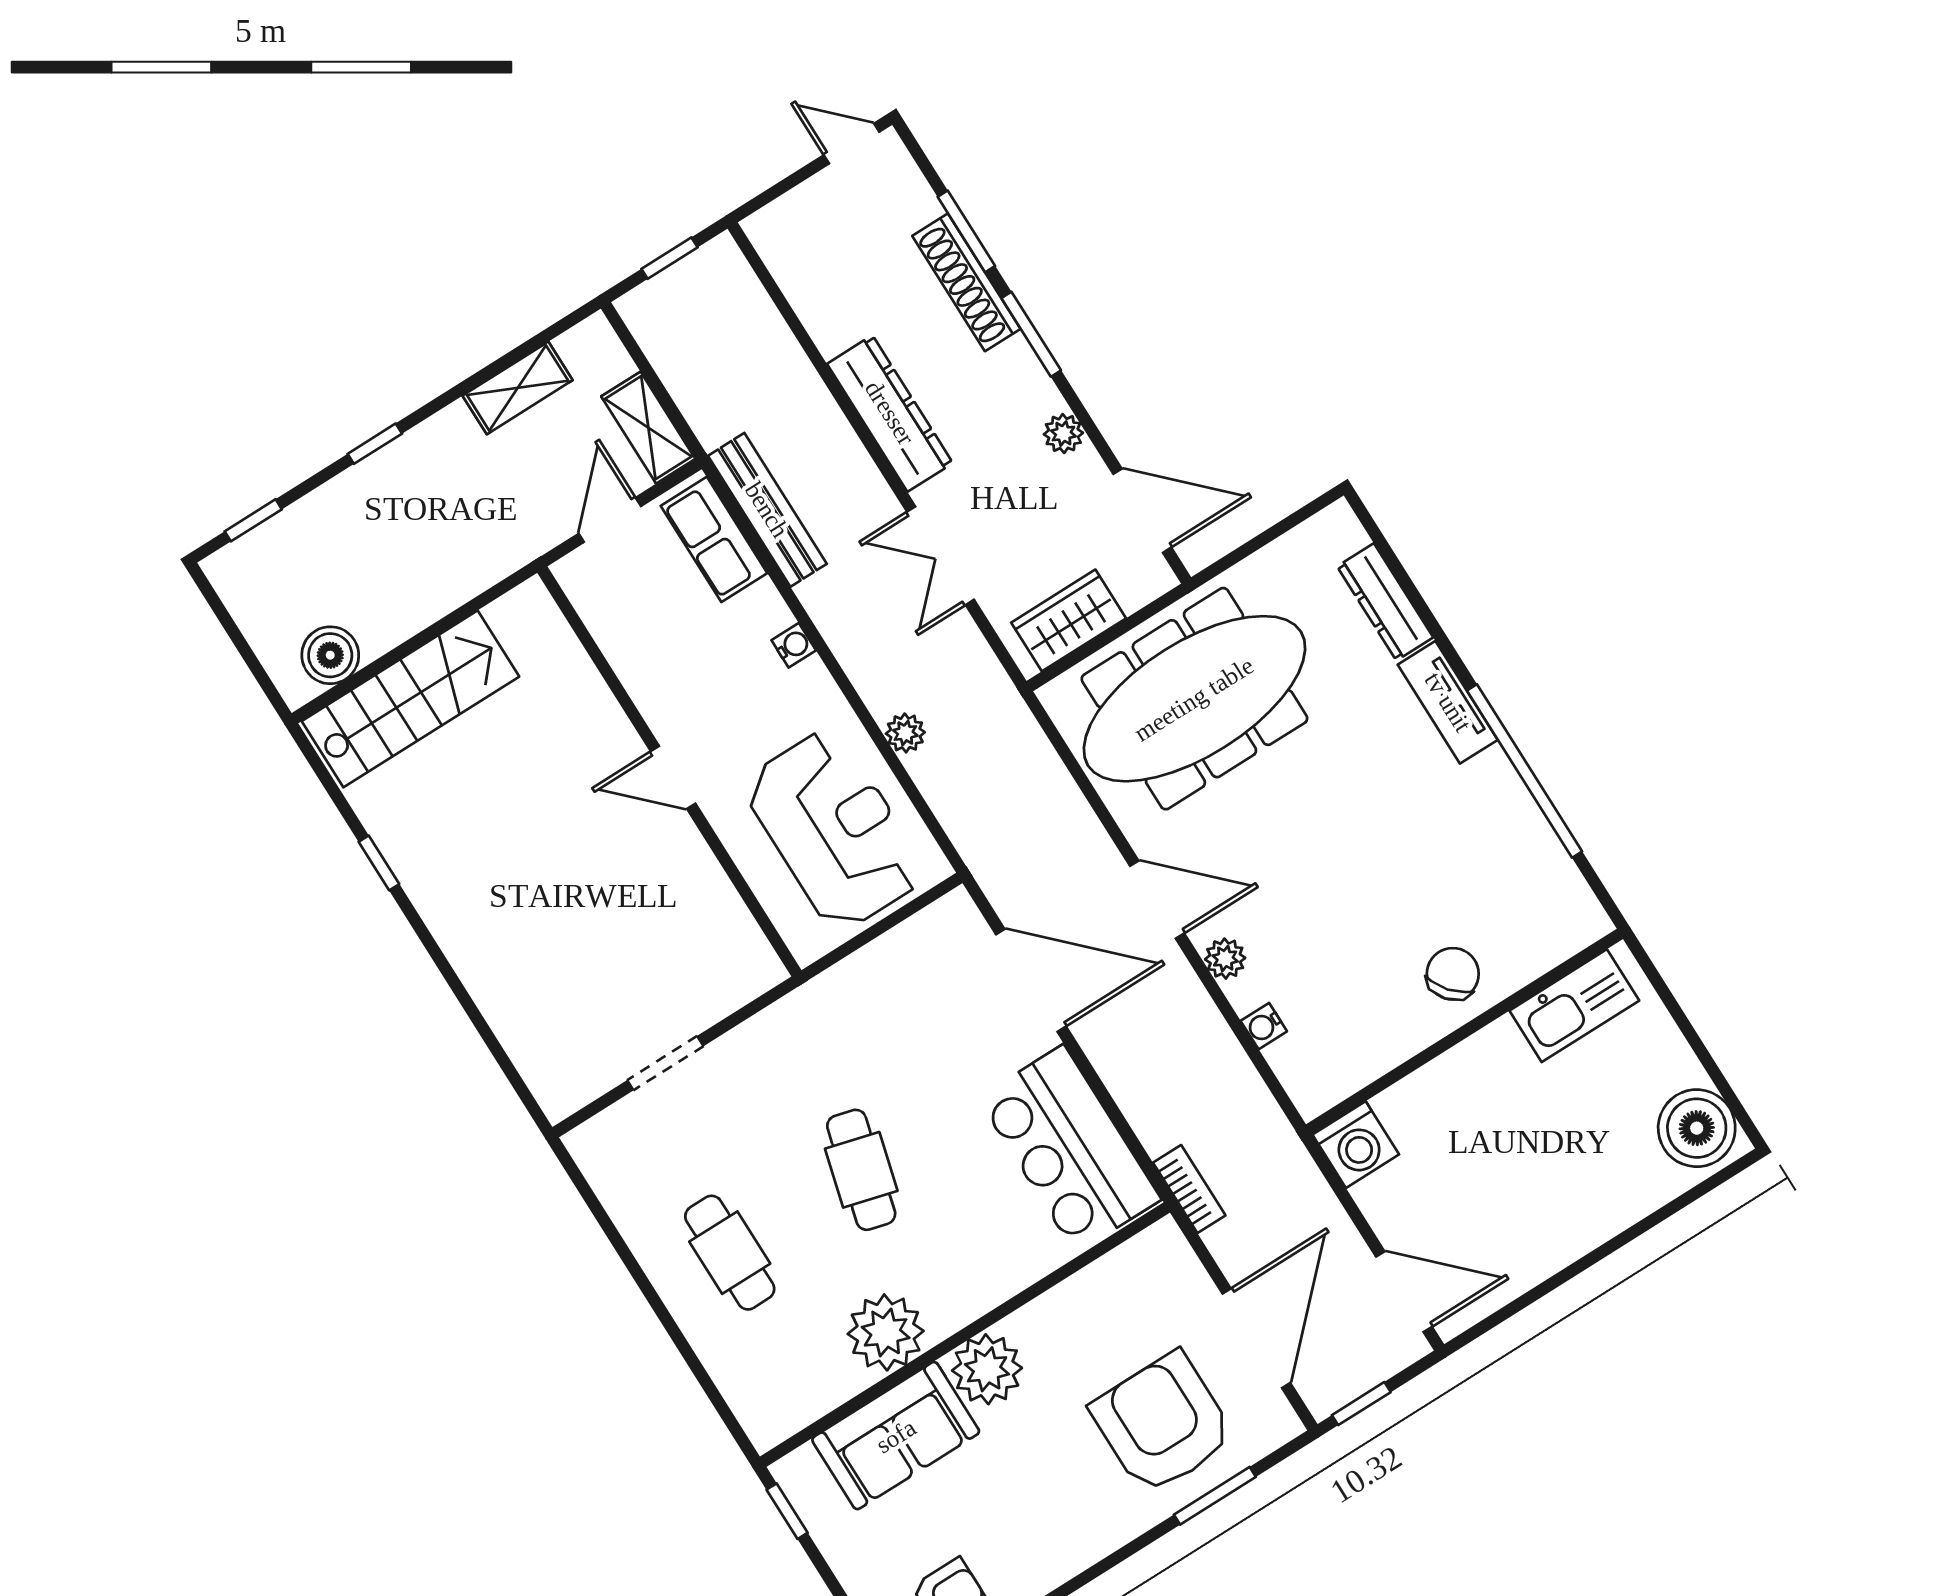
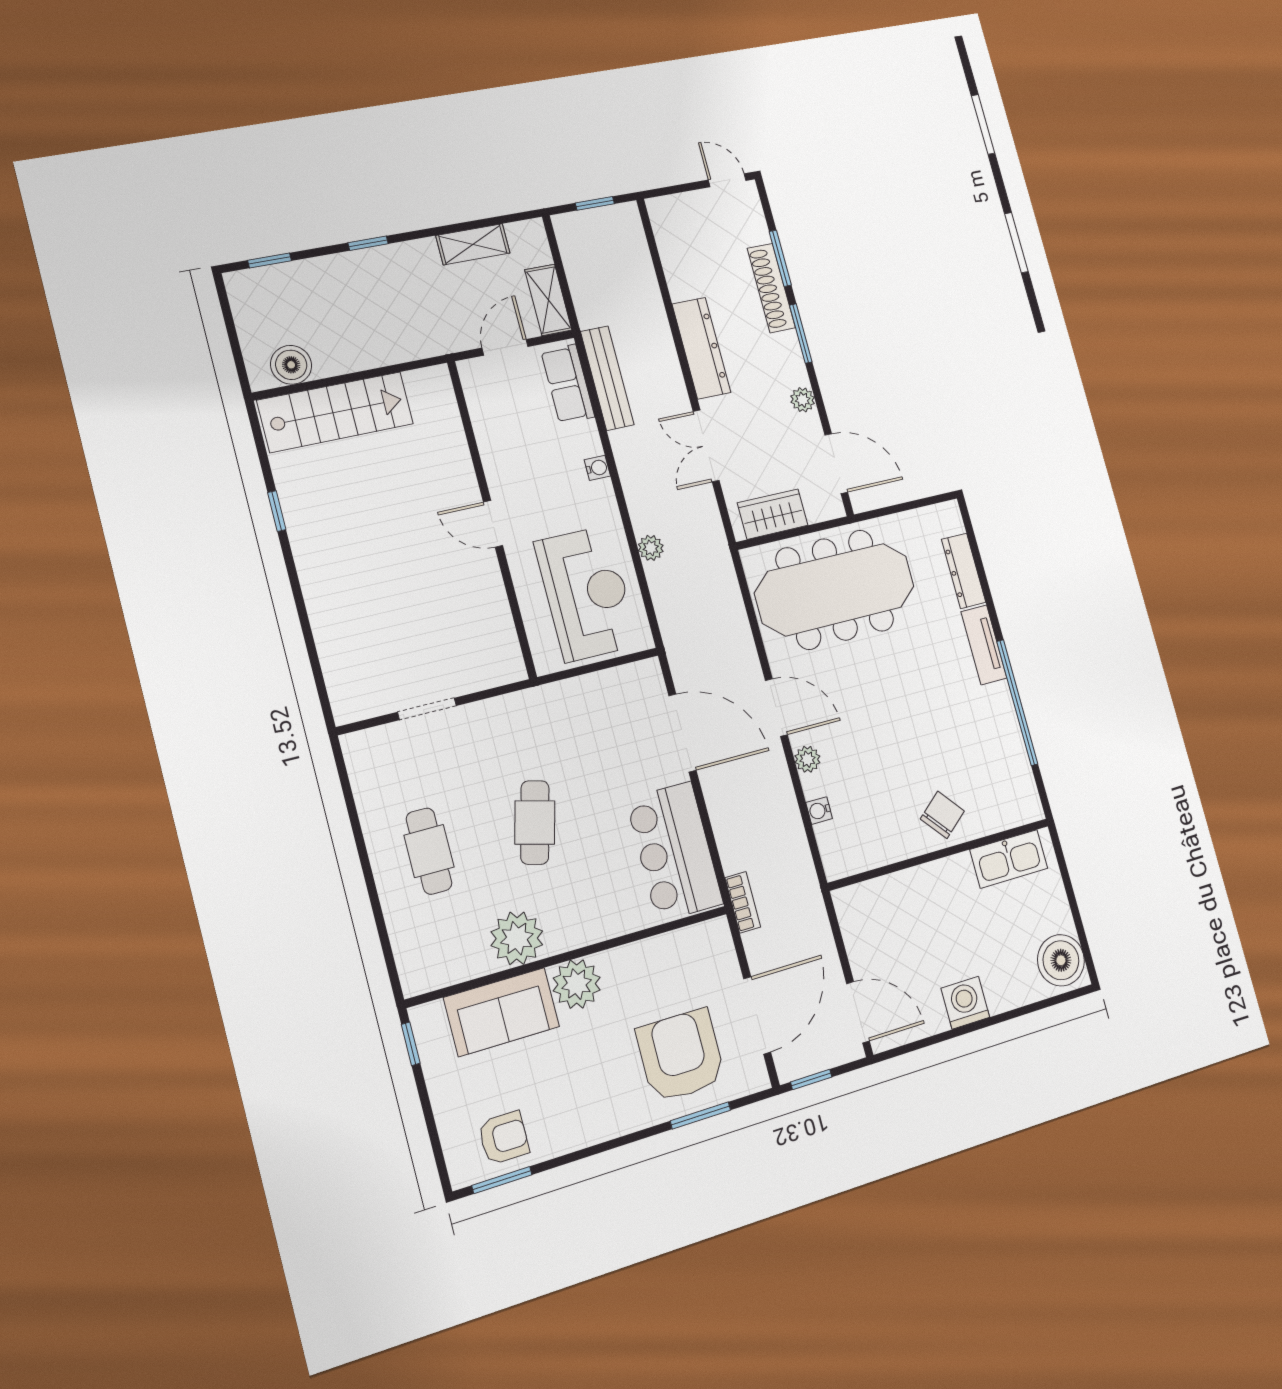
washing machine: (1356, 1145) -> (965, 1003), moved, turned 180

